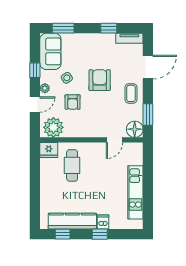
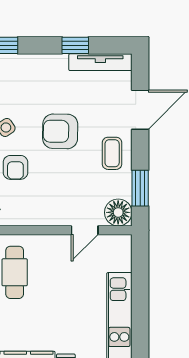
tv unit: (129, 38) -> (100, 62), width x1.41
armchair: (100, 80) -> (60, 131), turned -89

